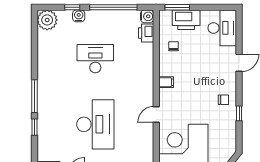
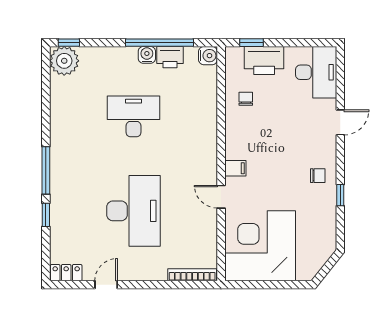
window: (72, 7) -> (69, 43), moved
window: (177, 7) -> (251, 43), width x0.67
water cooler: (79, 16) -> (147, 55), moved
printer: (146, 33) -> (170, 57), moved, turned -90
filing cabinet: (166, 82) -> (235, 168), moved
door: (156, 114) -> (221, 197), hinge flipped

